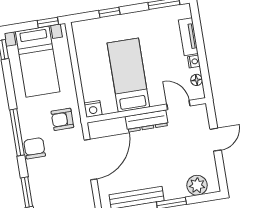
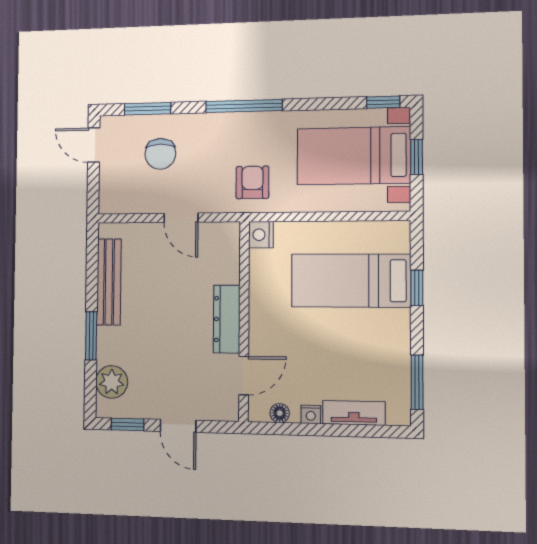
window: (48, 22) -> (417, 157), moved
bed: (128, 75) -> (351, 281), moved, turned 180
chair: (35, 148) -> (160, 154), moved, turned 90
door: (90, 159) -> (181, 218), width x0.53
window: (221, 171) -> (127, 424), added

